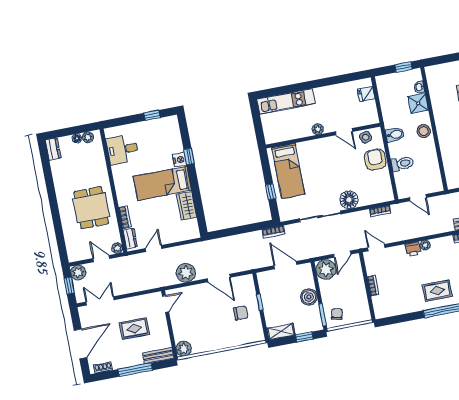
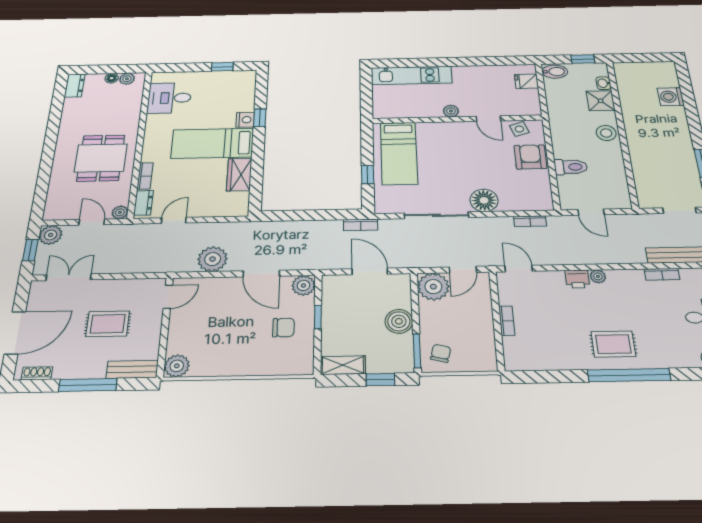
bidet: (395, 134) -> (555, 72), moved
plant: (247, 282) -> (303, 285), added

